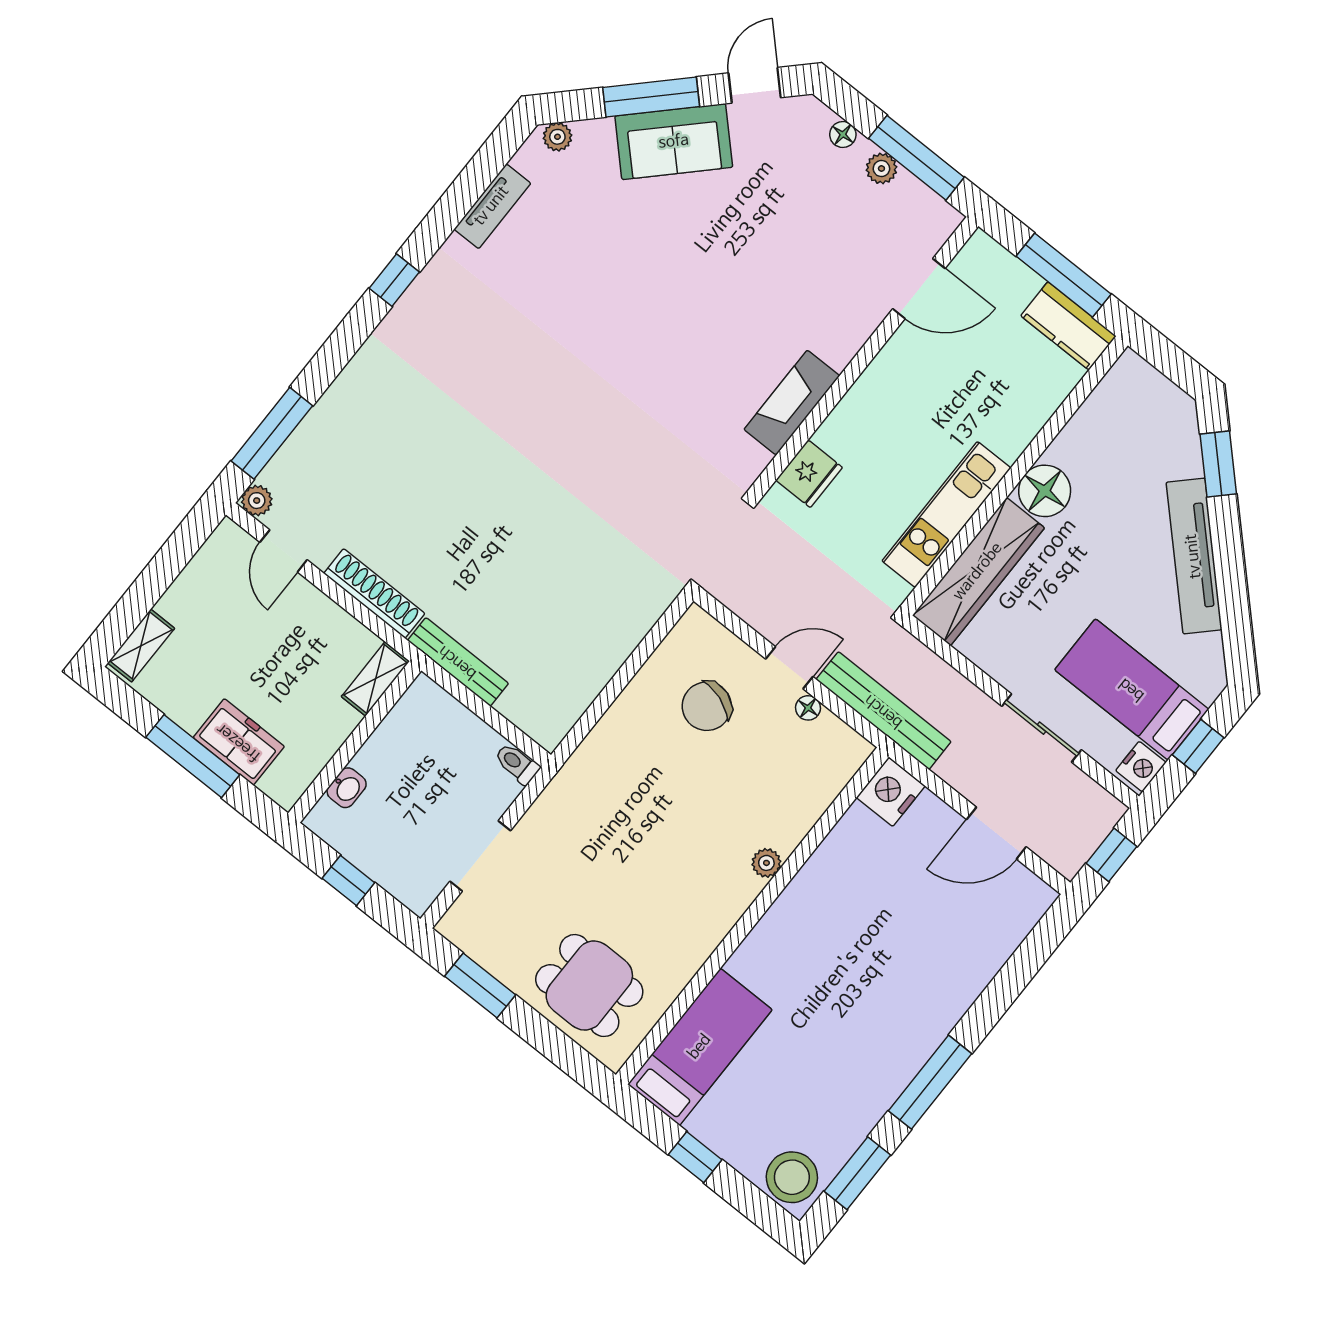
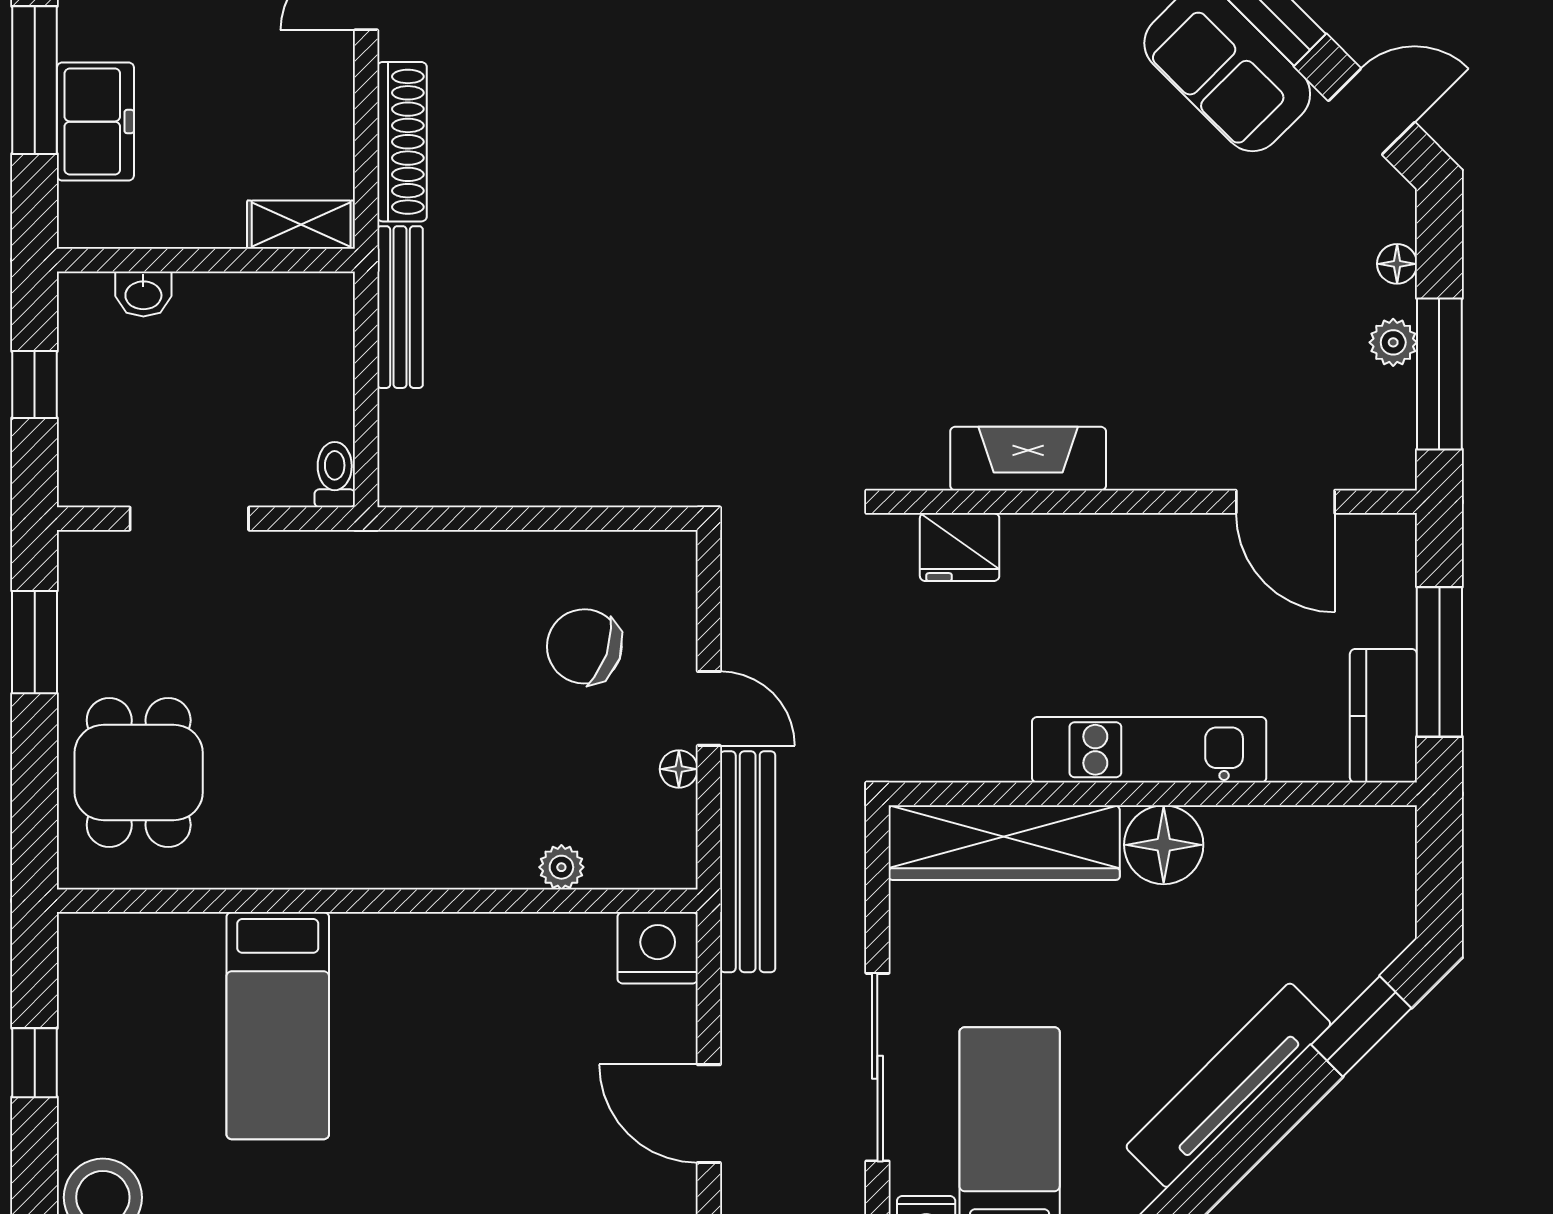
kitchen unit: (946, 514) -> (1149, 750), moved
sliding door: (1042, 728) -> (877, 1067), width x1.37
plant: (766, 863) -> (561, 867), moved
bed: (700, 1047) -> (278, 1026), moved, turned 90

